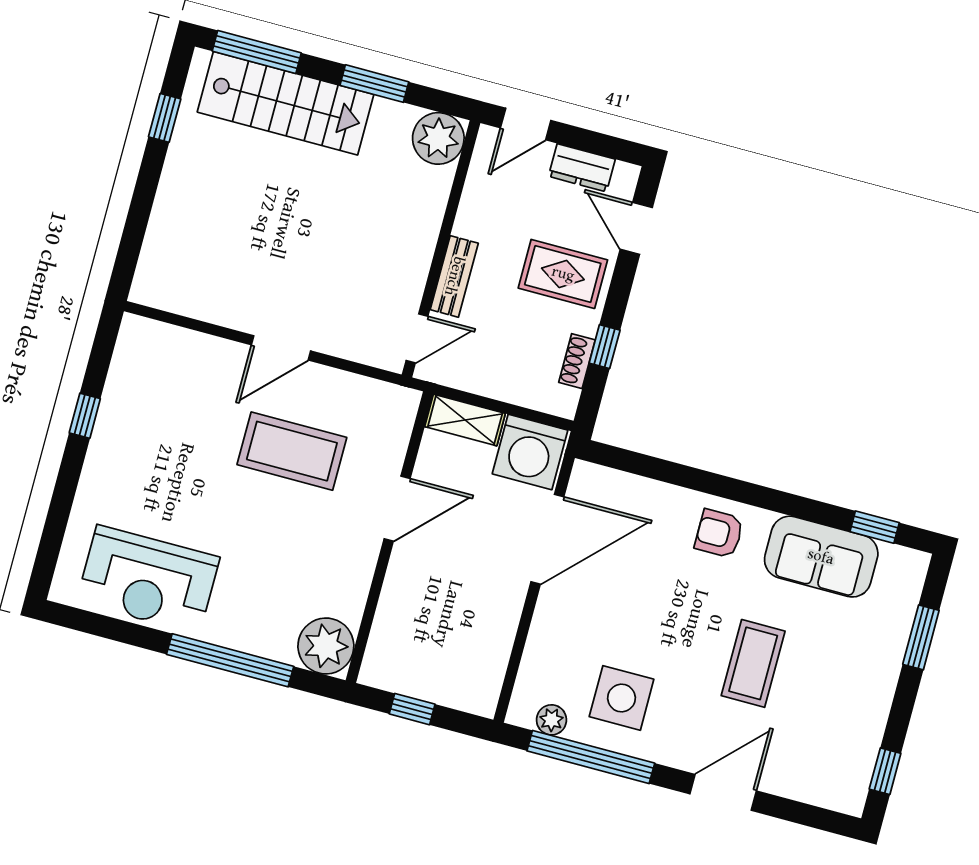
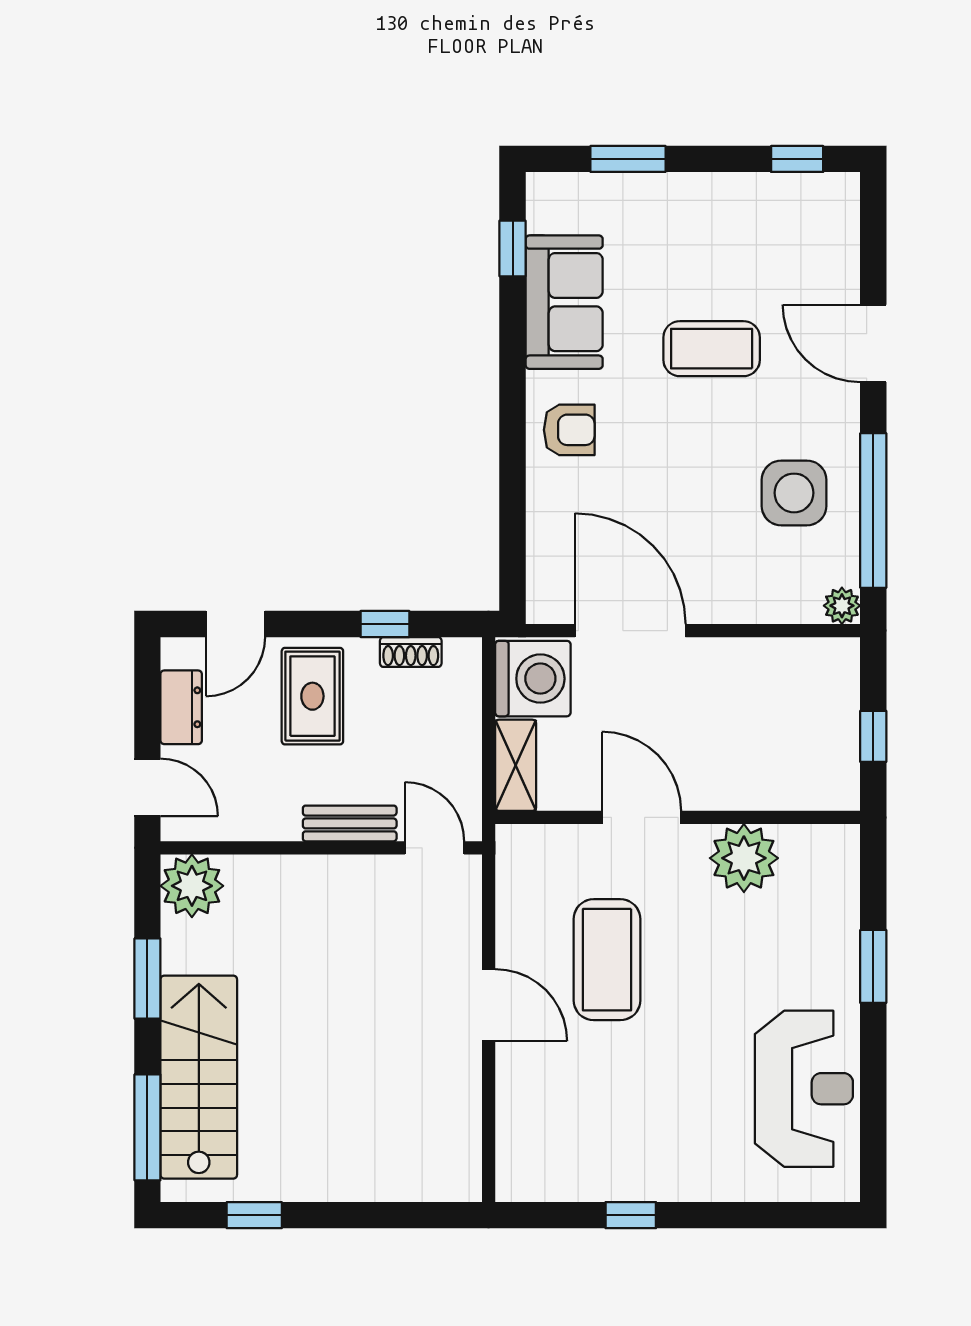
armchair: (719, 534) -> (569, 430), turned -90
plant: (326, 646) -> (744, 858), moved
window: (230, 660) -> (873, 966), width x0.47
plant: (551, 720) -> (842, 606), moved

